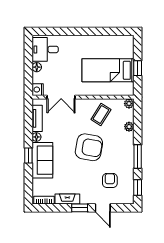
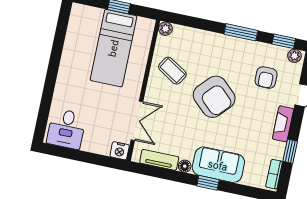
floor lamp: (37, 67) -> (88, 145), removed
plant: (129, 127) -> (294, 56), moved
armchair: (89, 147) -> (214, 97), turned 123
armchair: (110, 180) -> (266, 77), turned -90
fireplace: (67, 199) -> (283, 124), moved
window: (80, 208) -> (290, 151), moved

